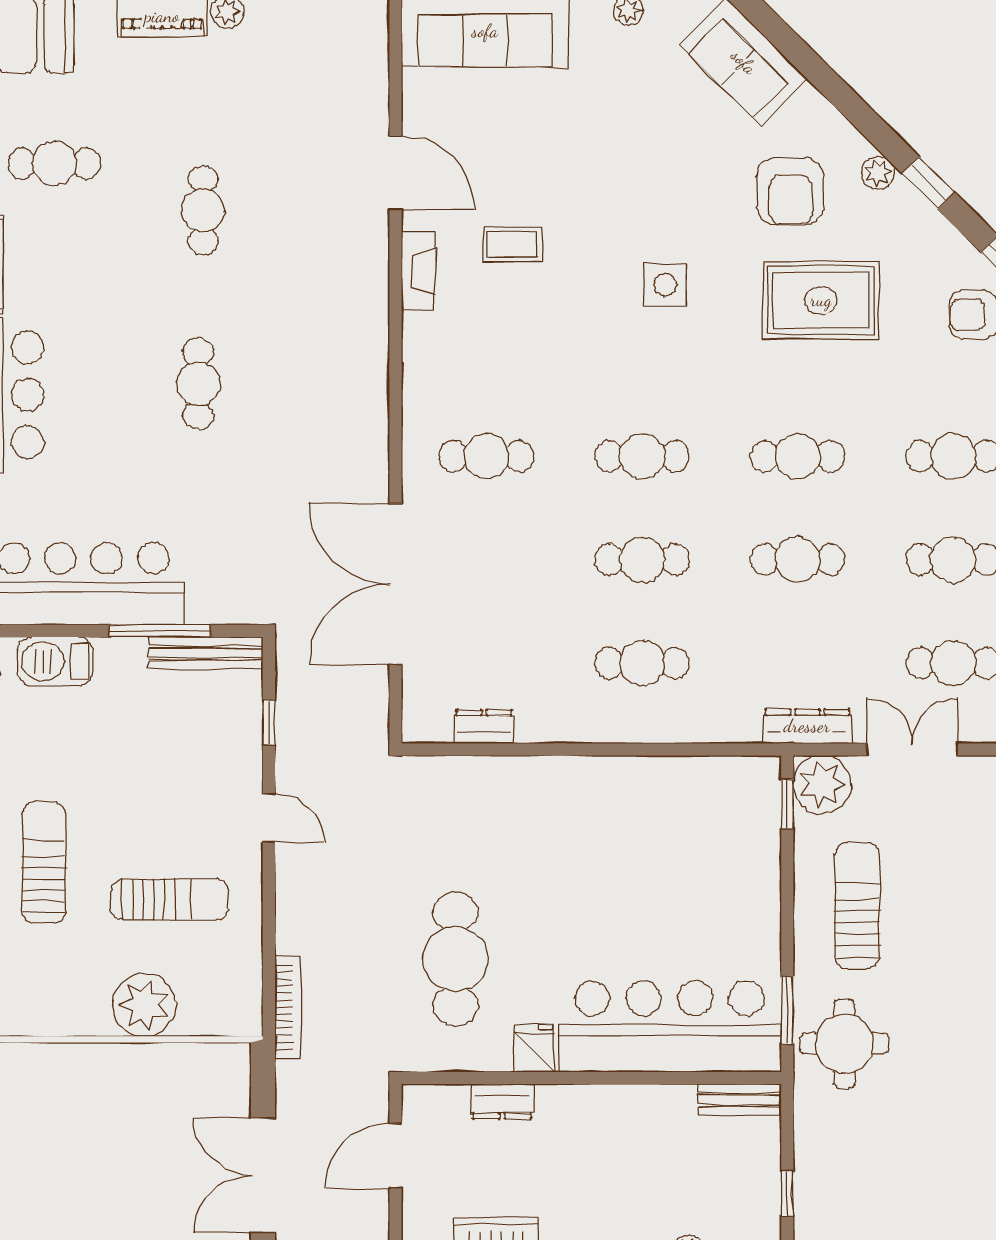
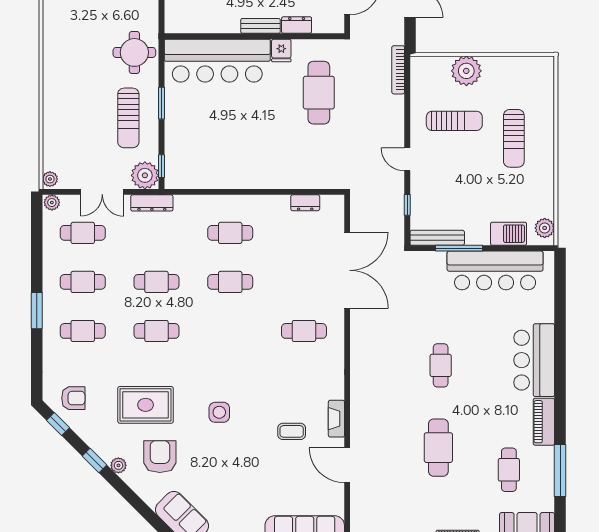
cafe table: (54, 163) -> (509, 470), turned 90
cafe table: (203, 210) -> (438, 448), width x1.37, depth x1.35
cafe table: (642, 456) -> (230, 331), removed
sun lounger: (169, 899) -> (454, 121), turned 180
window: (787, 1010) -> (161, 103), moved
bench: (740, 1100) -> (261, 26), moved

